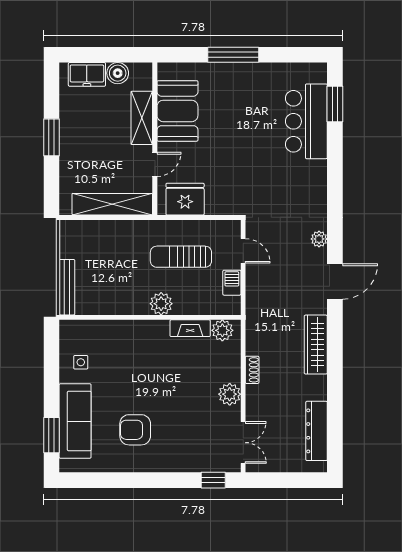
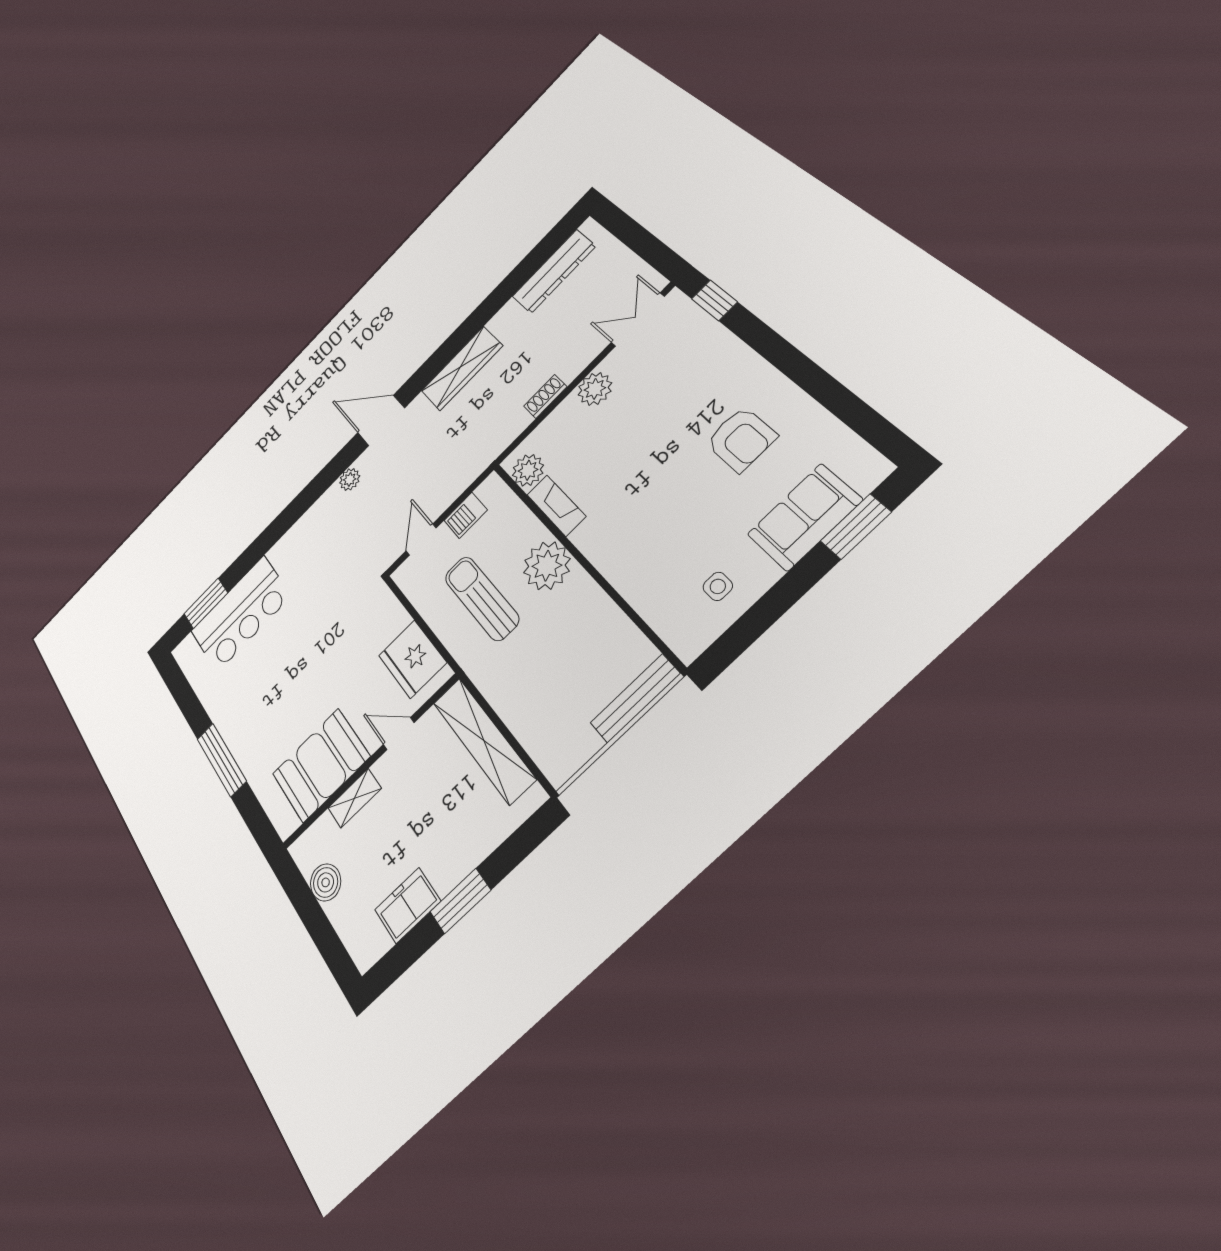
freezer: (87, 74) -> (408, 905), moved, turned -90
shelving: (142, 118) -> (355, 798), width x0.67, depth x0.75
sun lounger: (181, 257) -> (482, 598), turned 180
plant: (161, 304) -> (547, 566), width x1.36, depth x1.36
sofa: (75, 421) -> (804, 517), width x0.73

